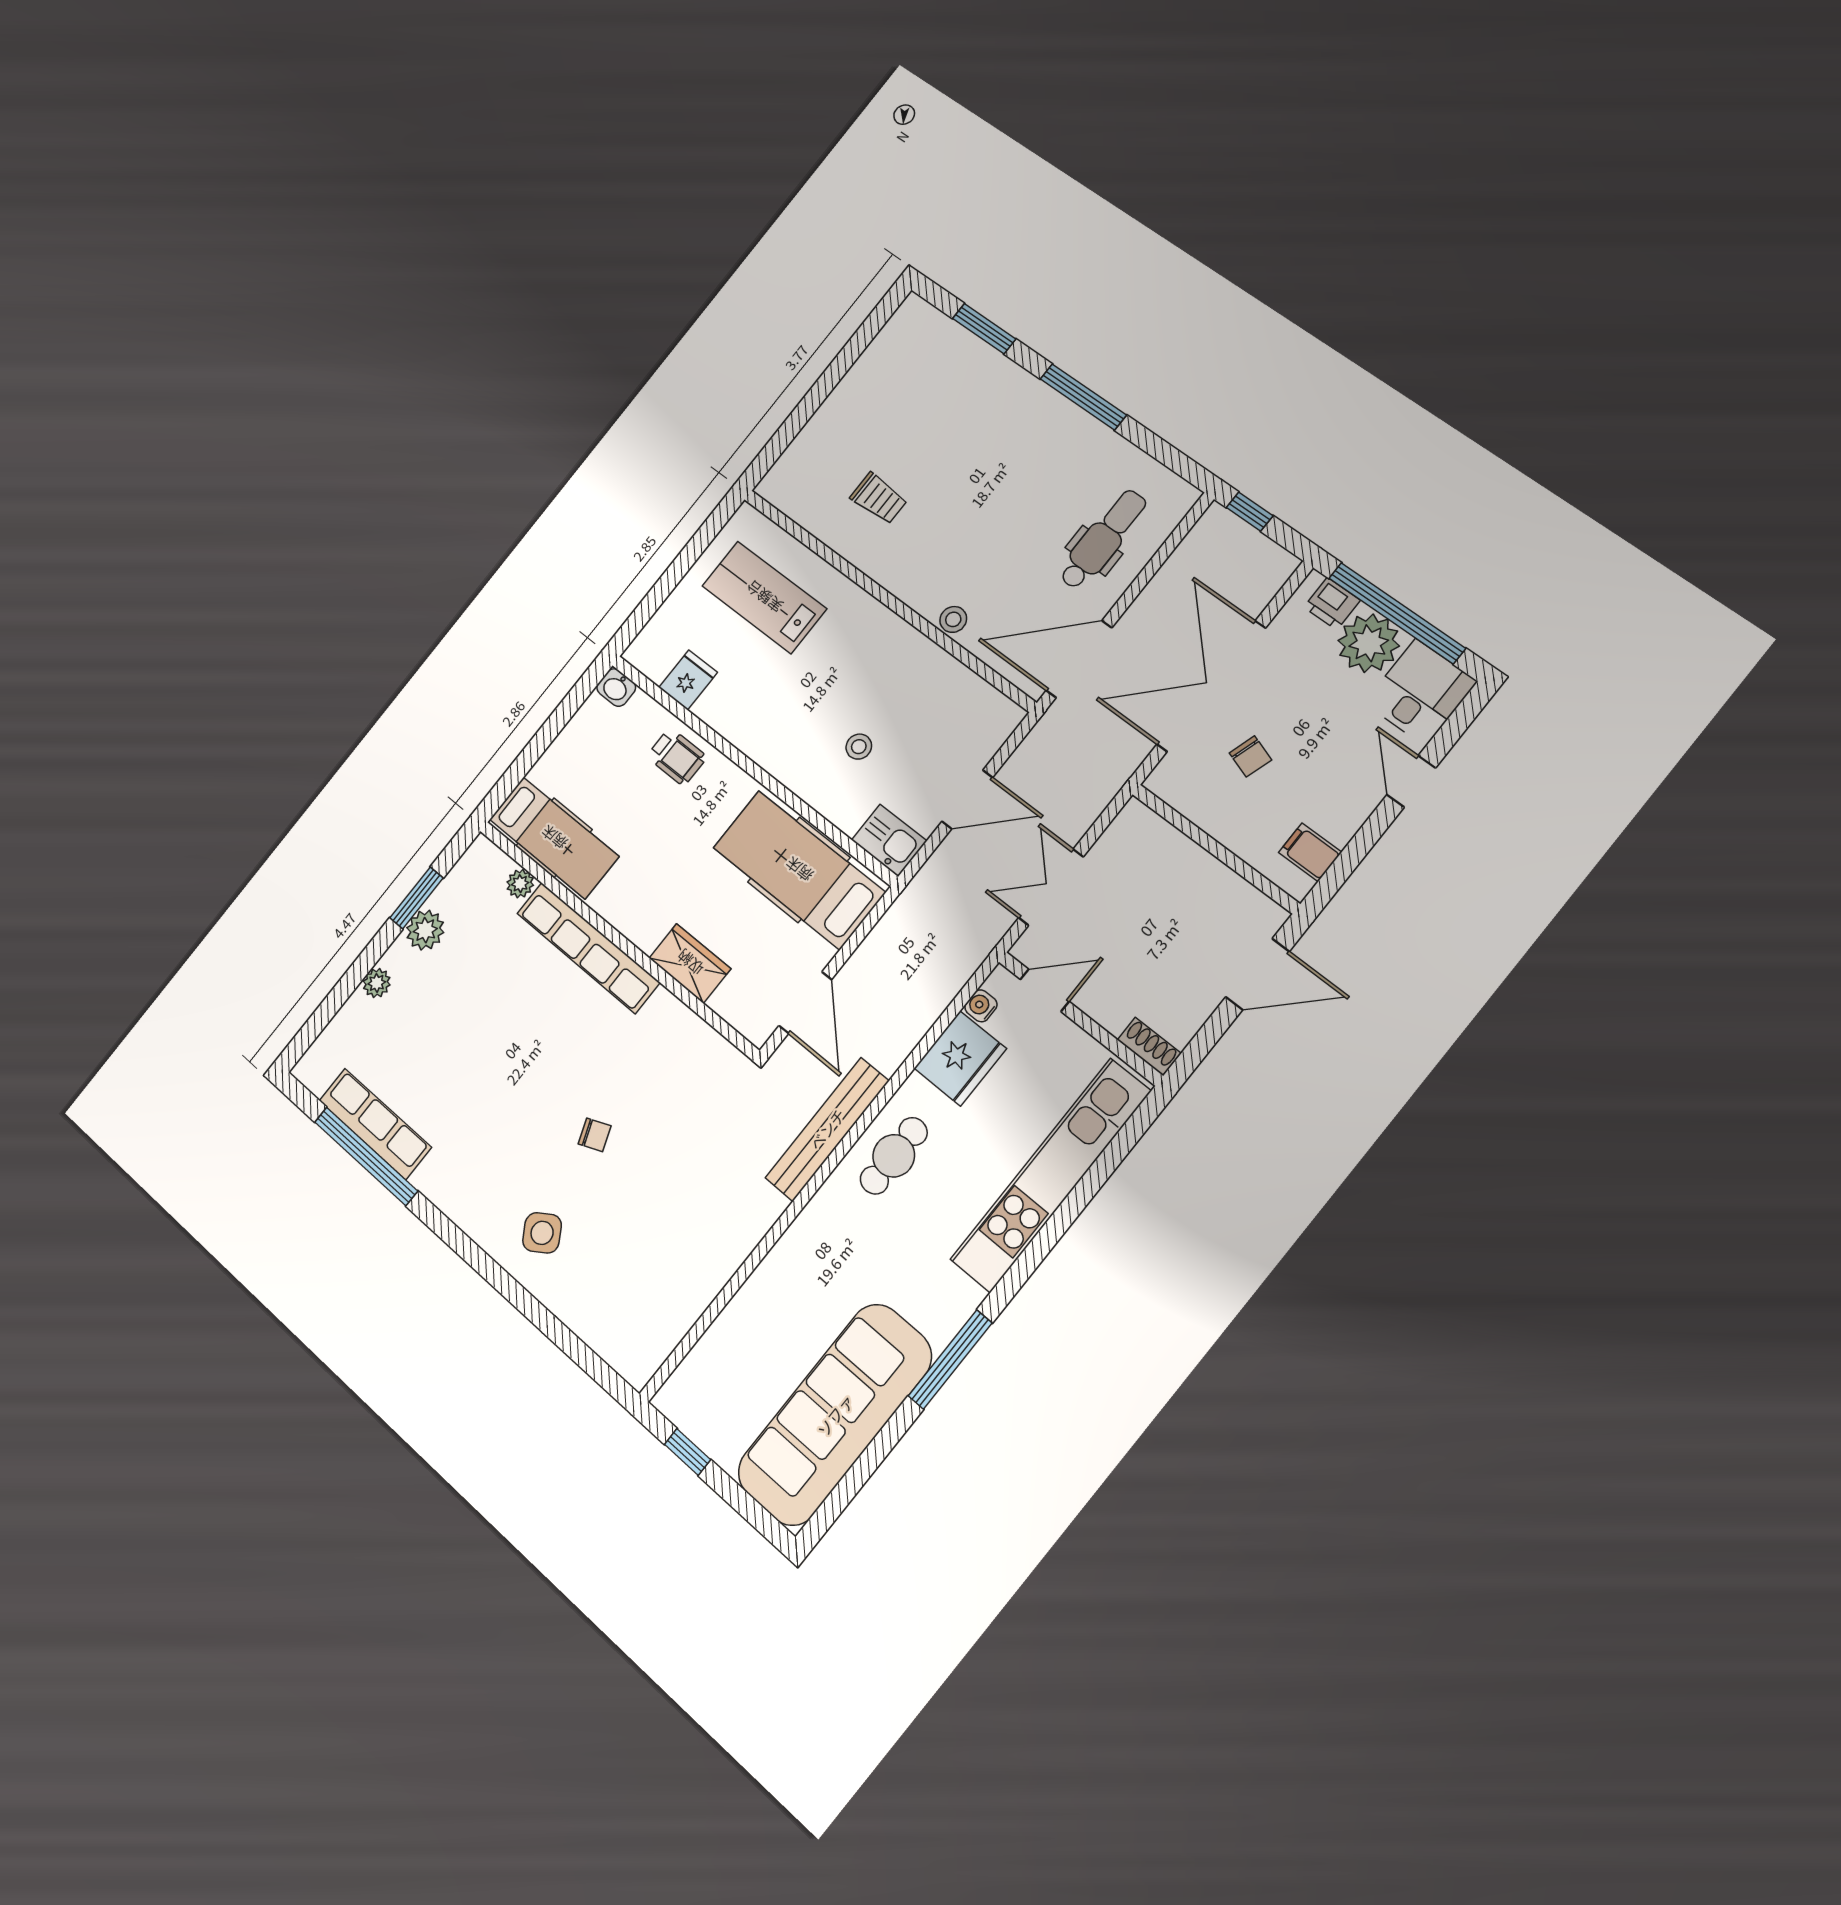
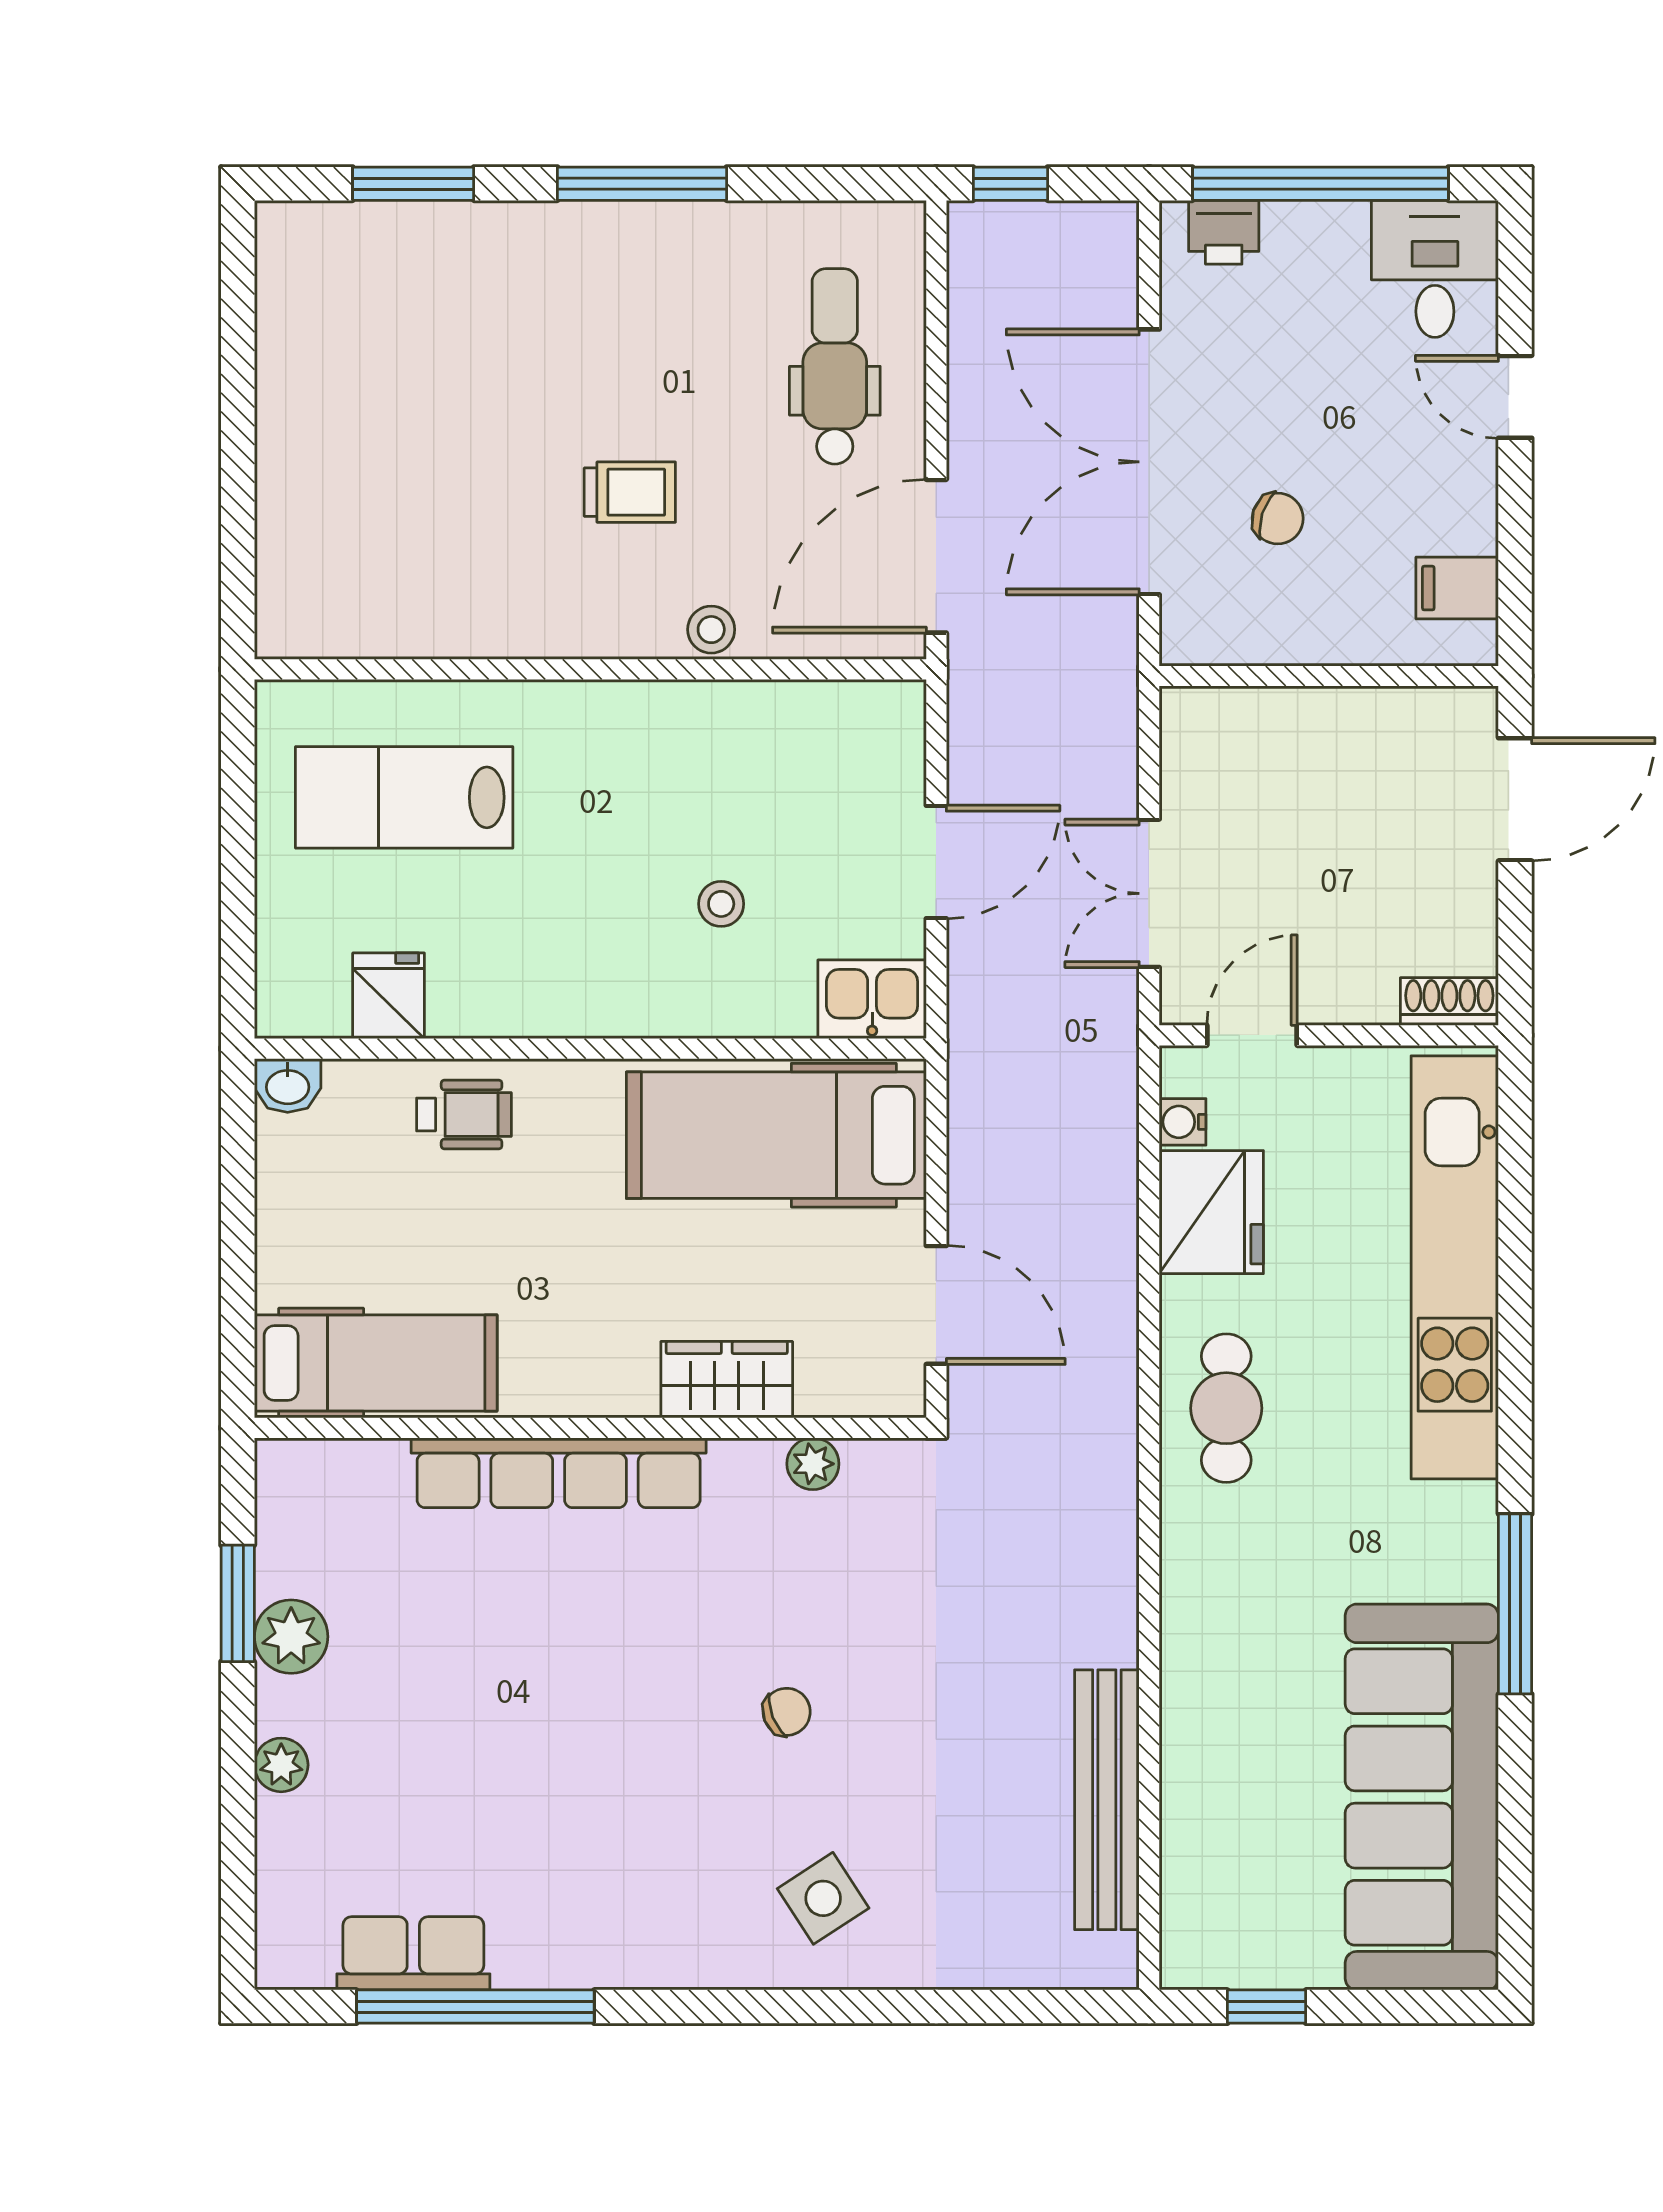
trolley: (879, 498) -> (630, 492), moved
plant: (1369, 643) -> (1315, 251), removed
plant: (520, 884) -> (813, 1464), moved
row of seats: (375, 1124) -> (413, 1953), width x0.68
bench: (827, 1129) -> (1107, 1800), moved

